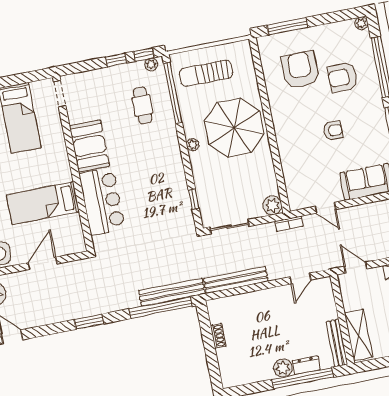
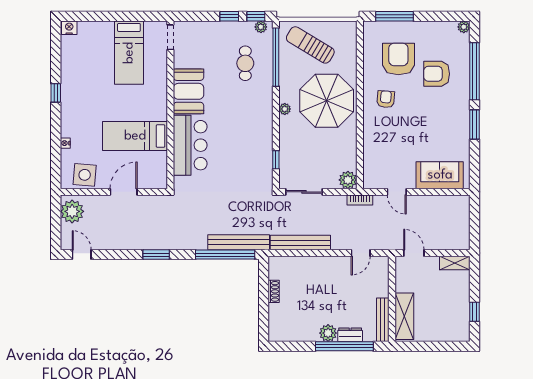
sun lounger: (206, 73) -> (310, 45), turned 31
armchair: (333, 131) -> (386, 99), moved, turned -85

